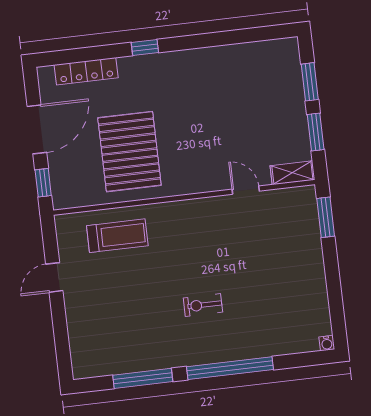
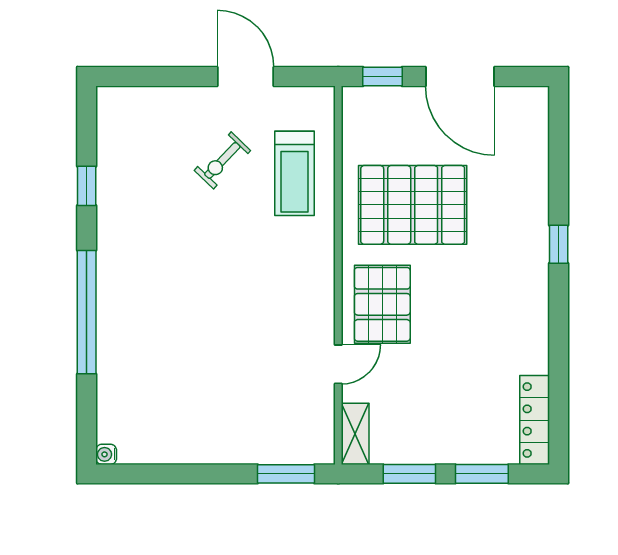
locker: (86, 71) -> (535, 420), moved
pallet: (201, 164) -> (382, 304), added
door: (54, 277) -> (246, 76), width x1.38
exercise bike: (203, 305) -> (222, 160), moved, turned -136
window: (143, 378) -> (87, 186), width x0.46

